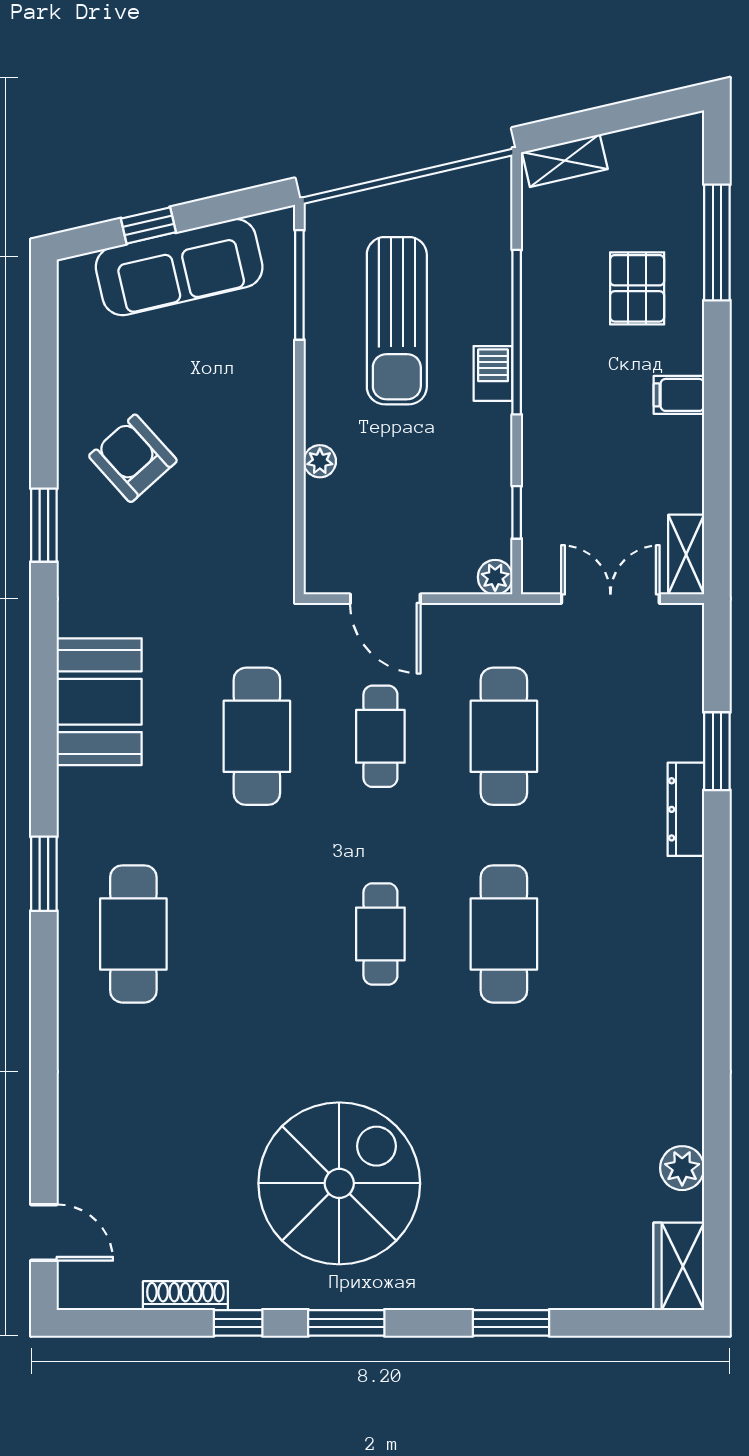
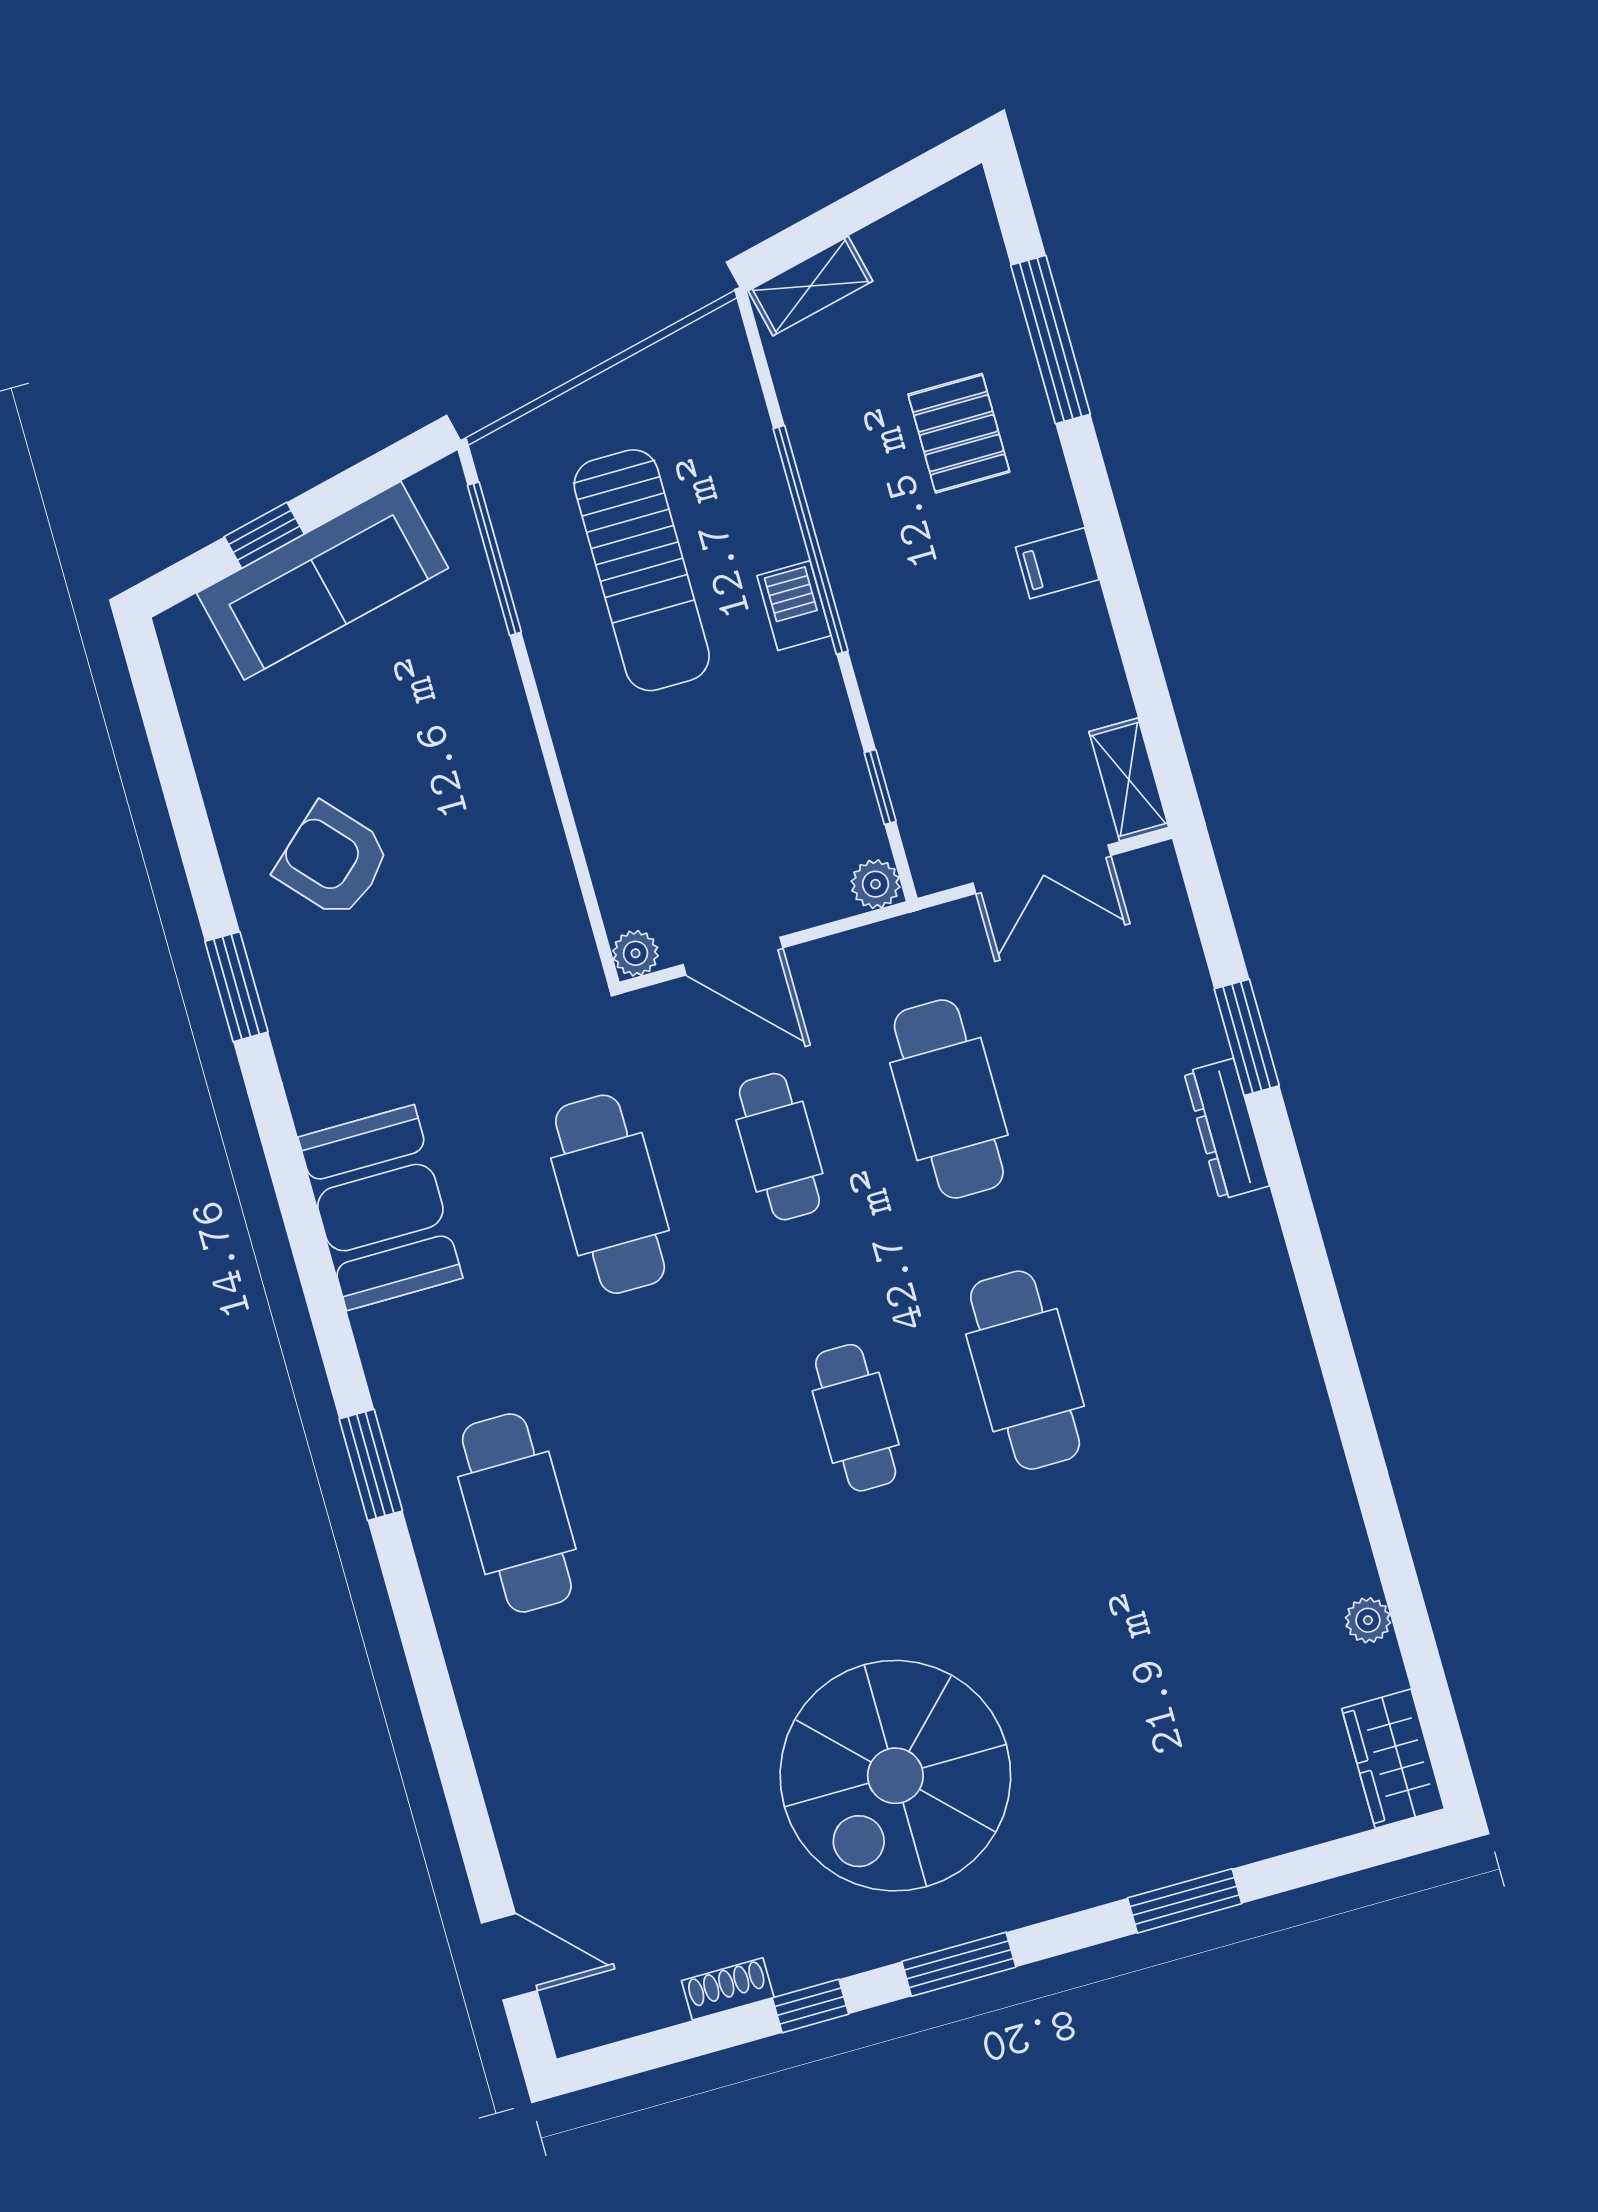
plant: (320, 461) -> (635, 953), moved
double door: (610, 599) -> (1042, 869), swing flipped
plant: (682, 1168) -> (1368, 1620), width x0.73, depth x0.73
spiral stairs: (339, 1183) -> (895, 1776), turned 180
shoe rack: (185, 1296) -> (728, 1989), width x0.70

